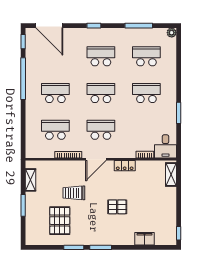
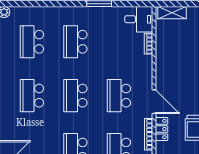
locker: (125, 166) -> (162, 129), moved

